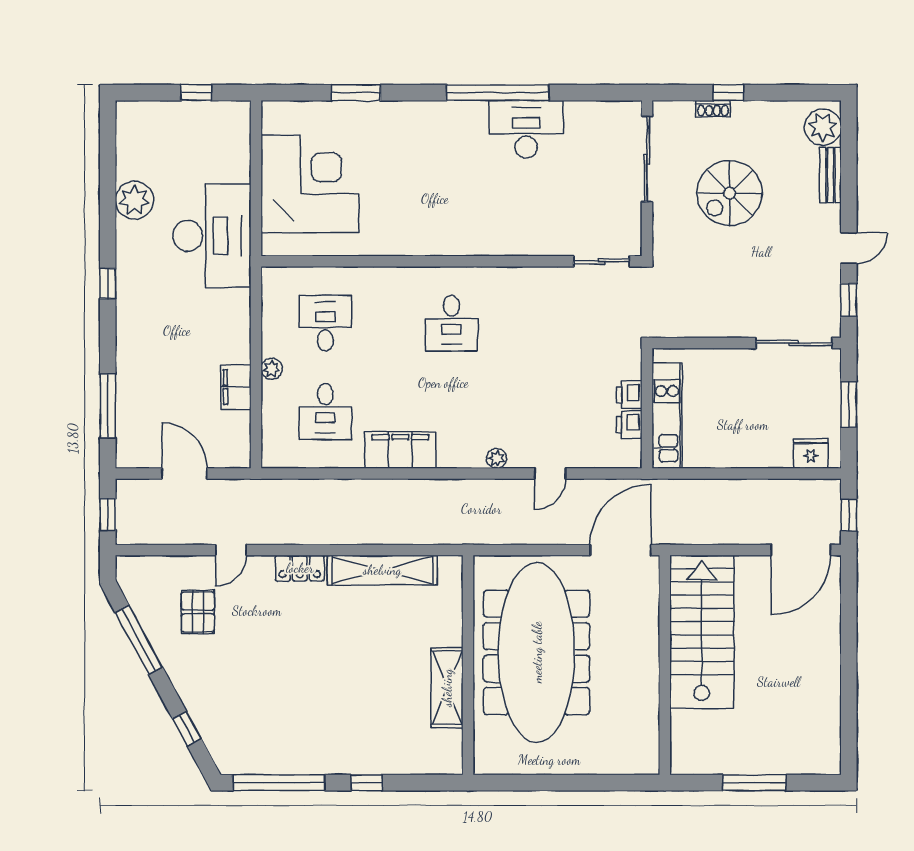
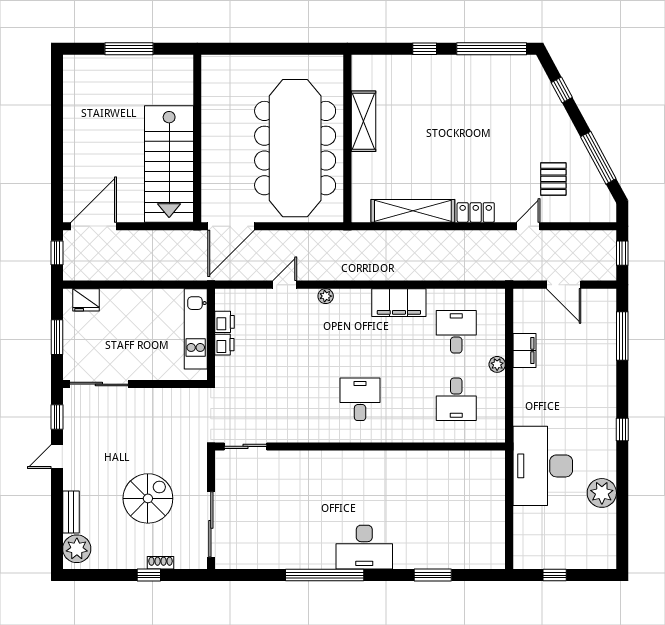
desk: (526, 129) -> (364, 547), moved
corner desk: (310, 184) -> (468, 505), removed

